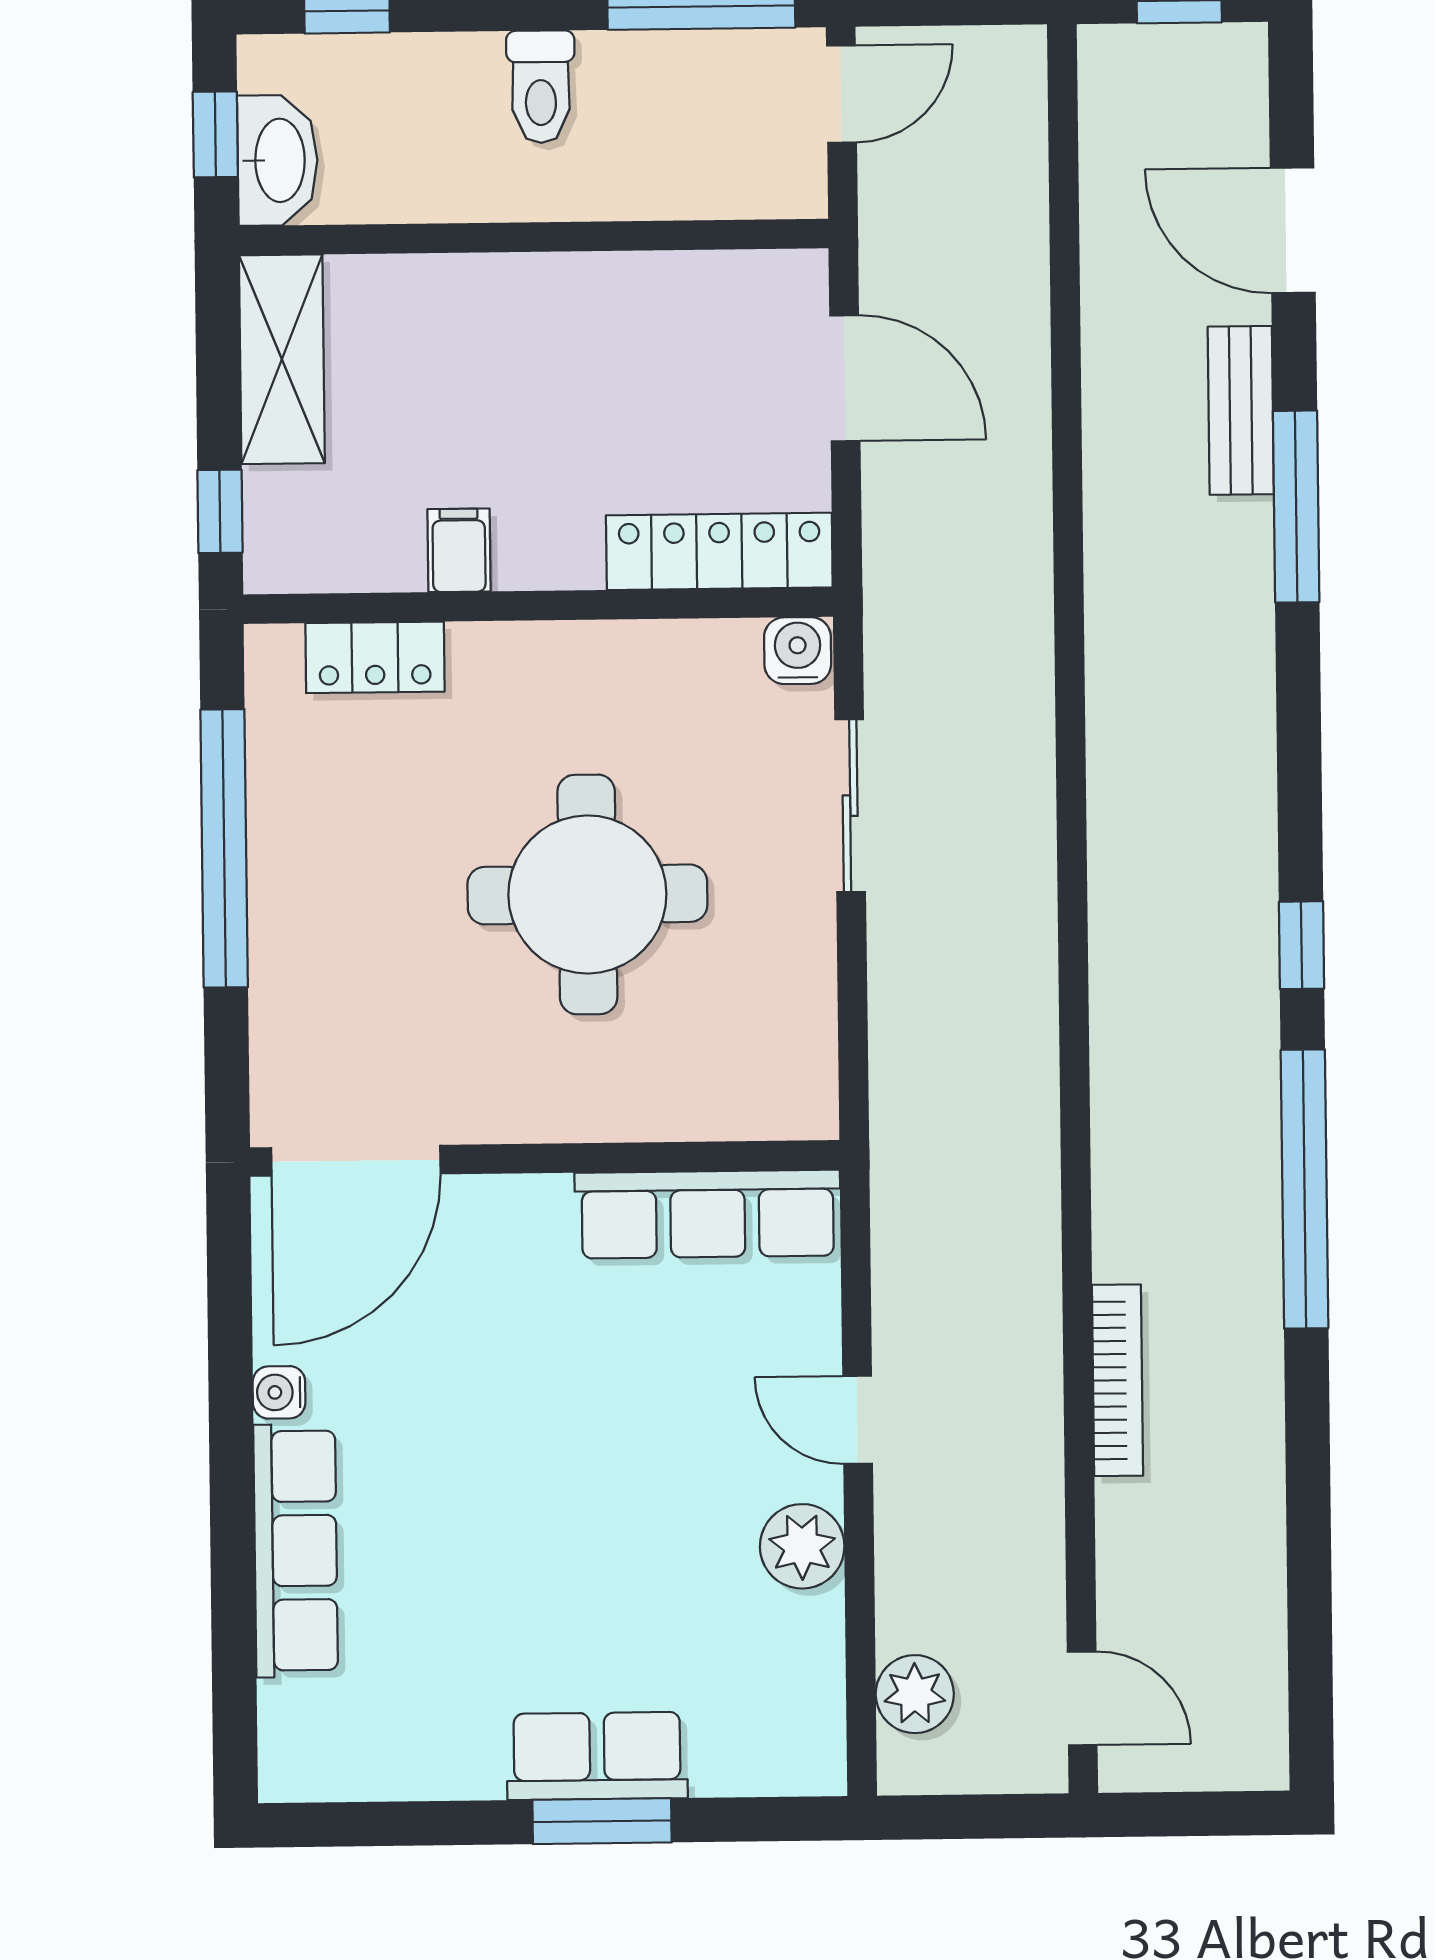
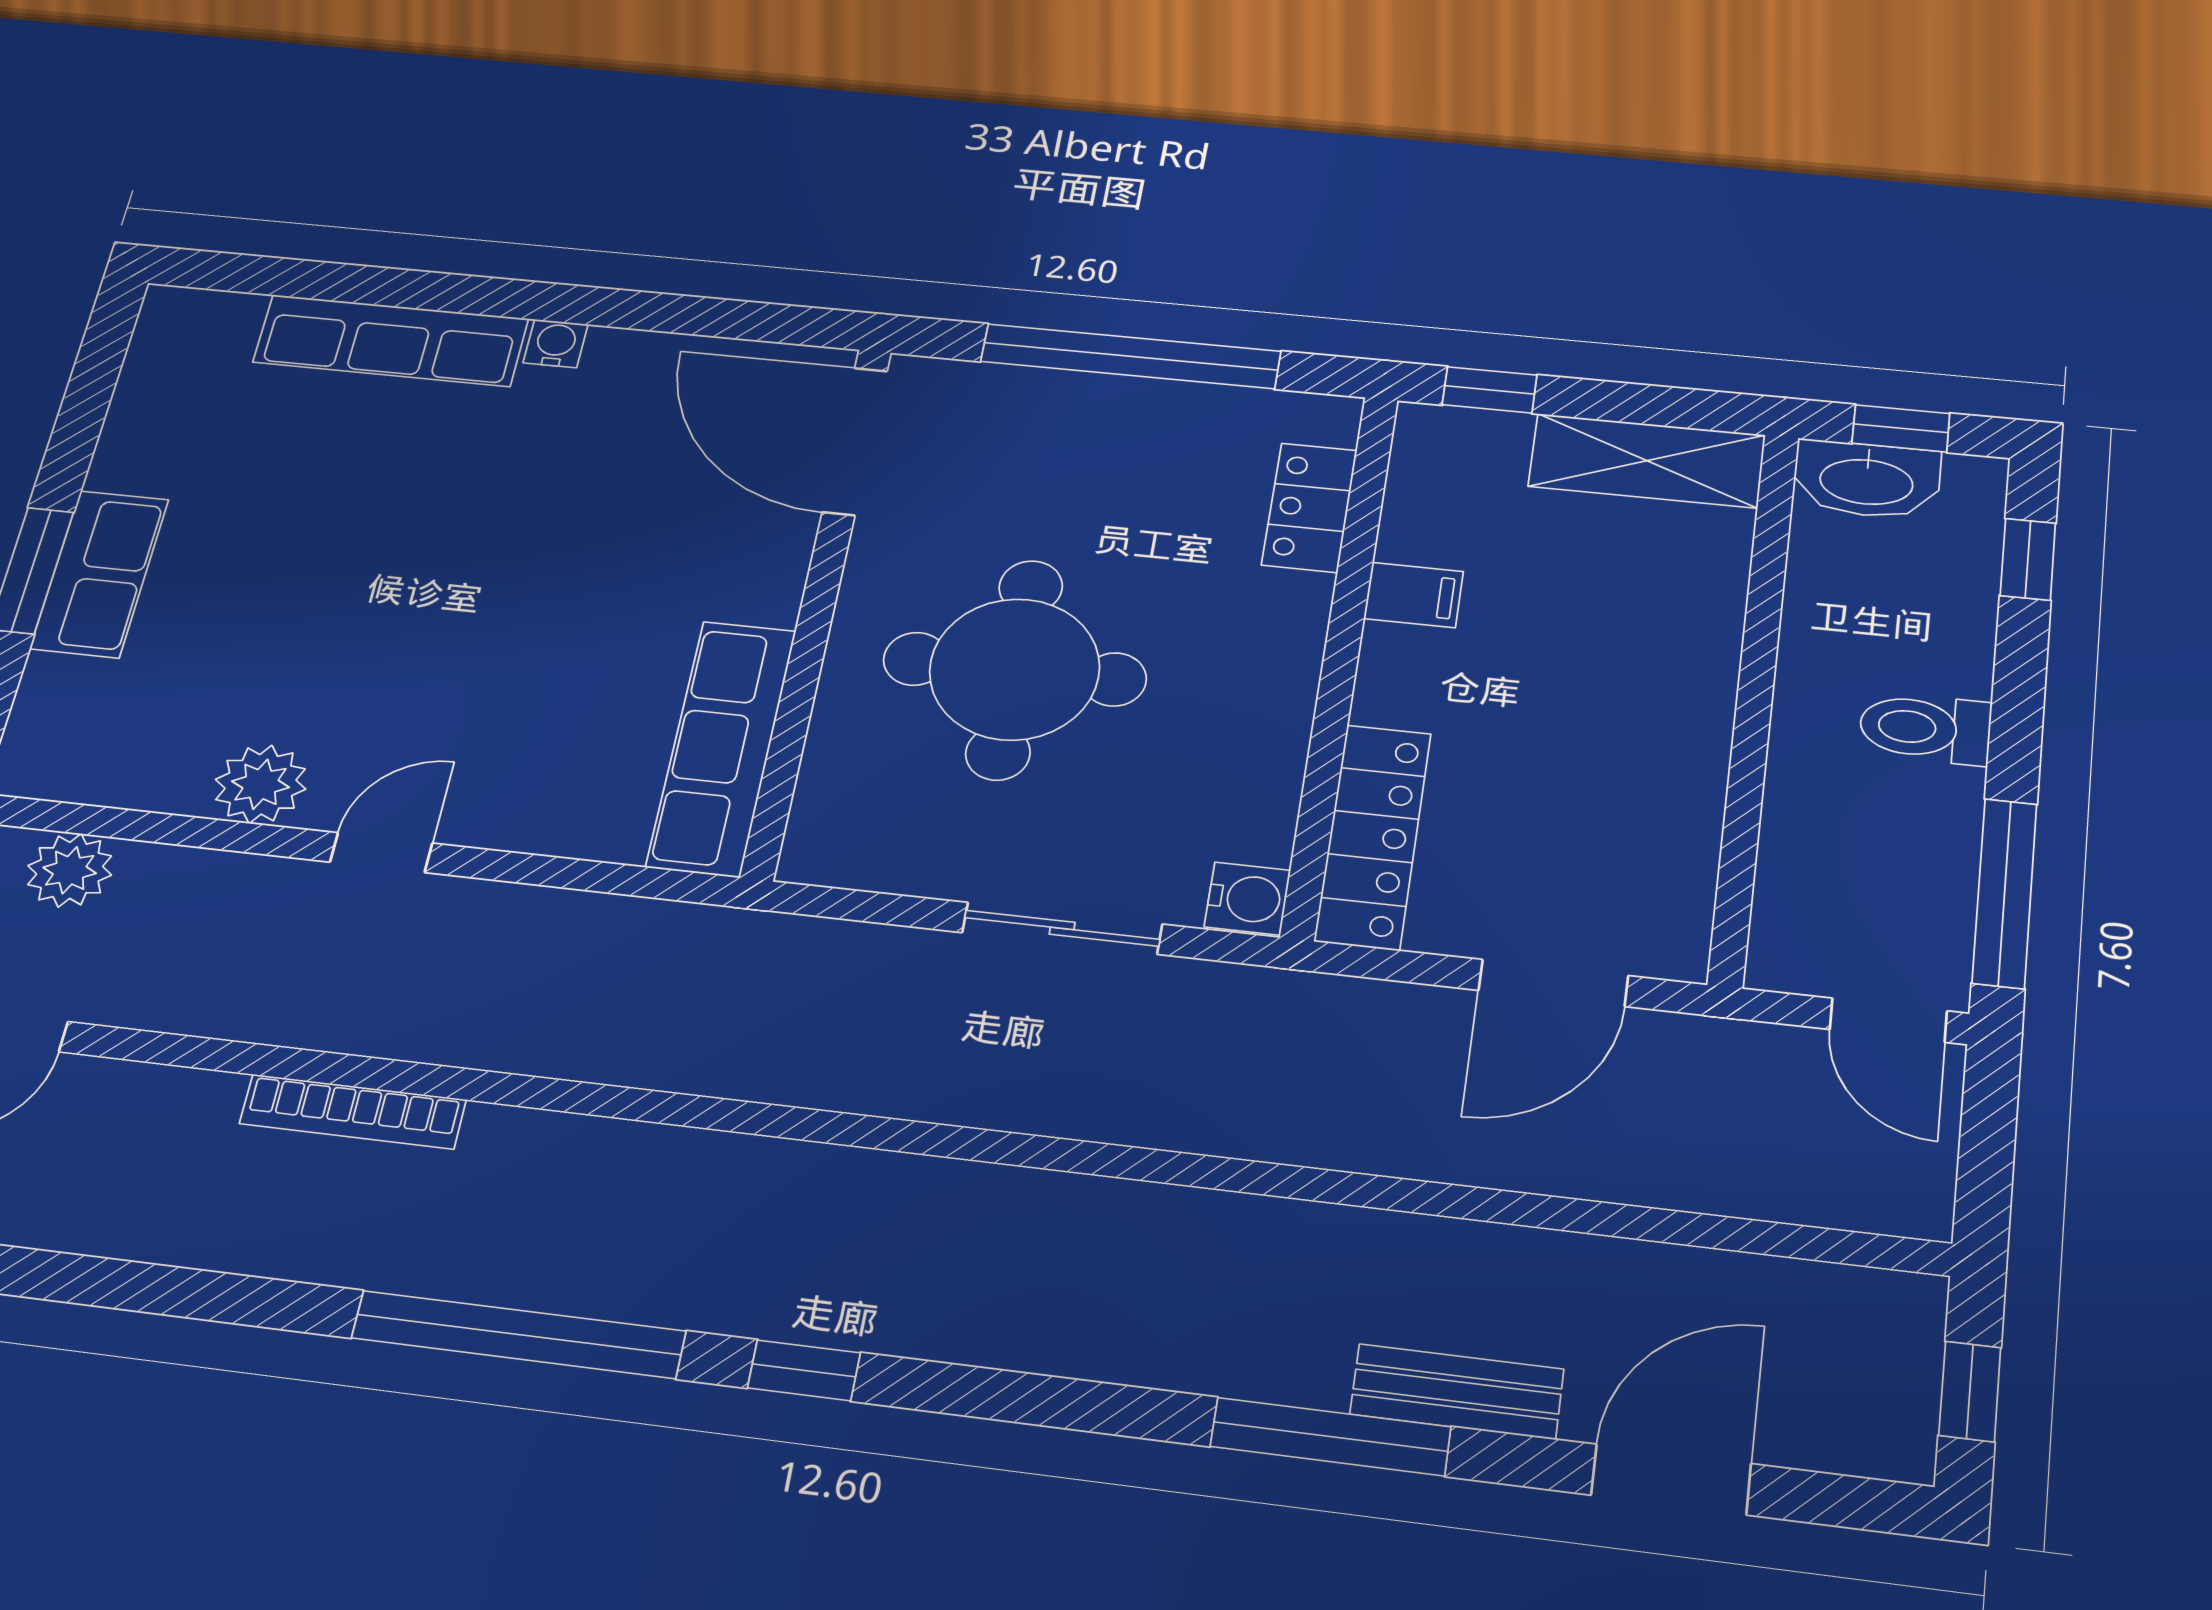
wall: (545, 1158) -> (818, 607), moved
door: (356, 1161) -> (855, 441), moved
row of seats: (708, 1214) -> (722, 748), moved

